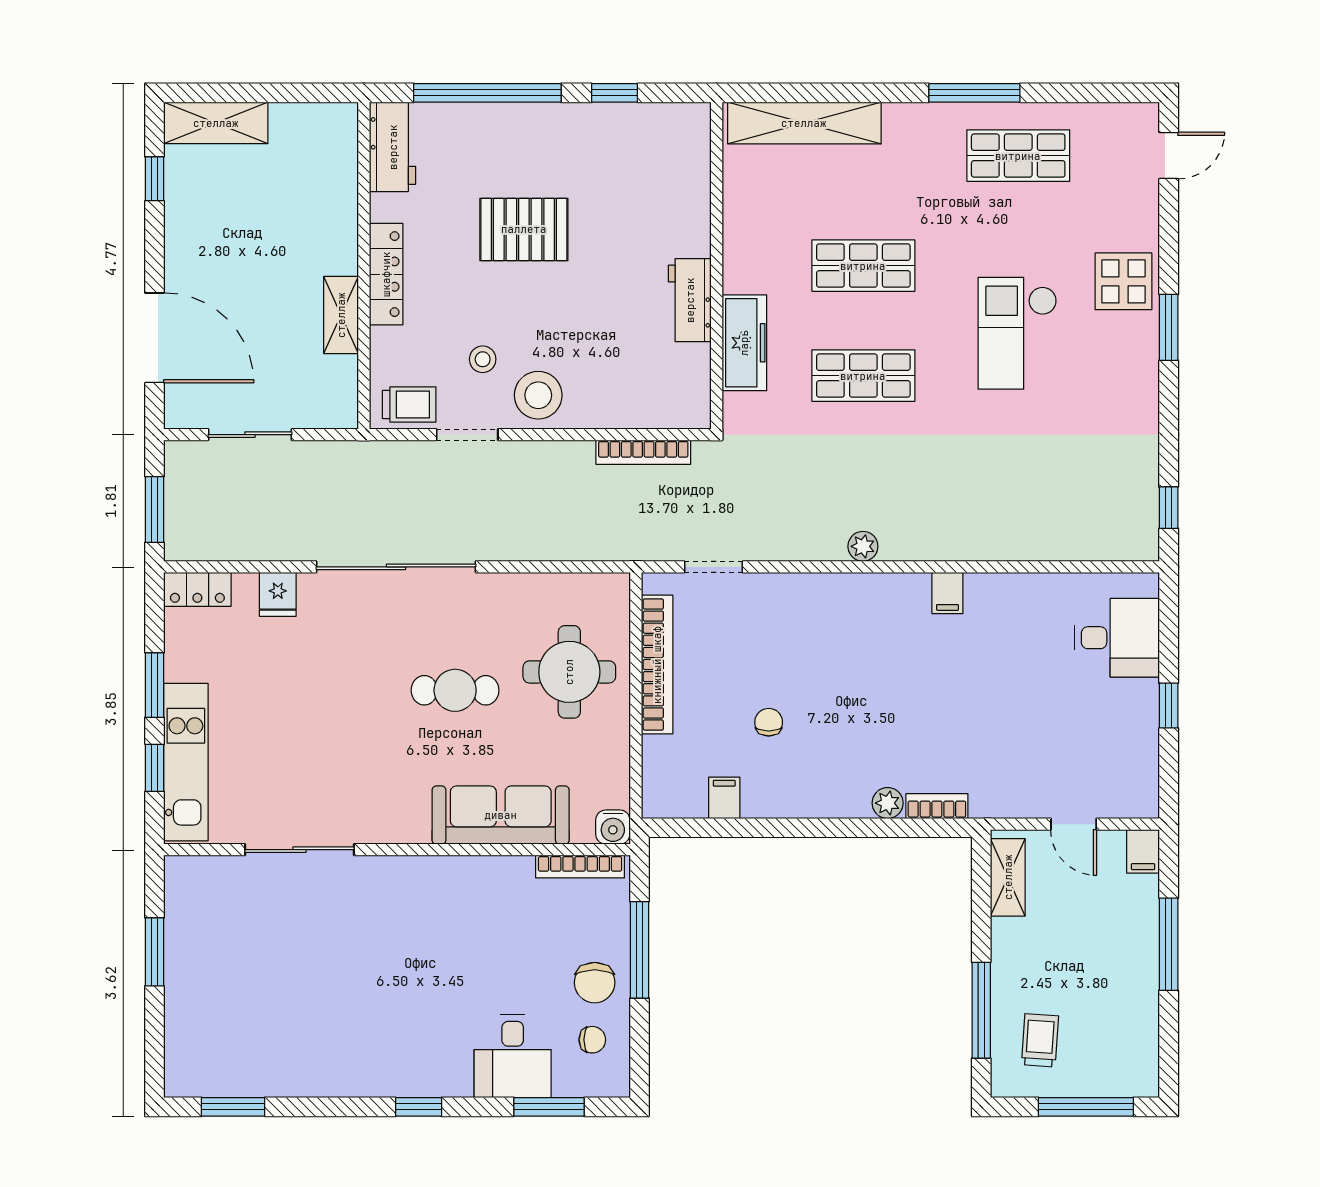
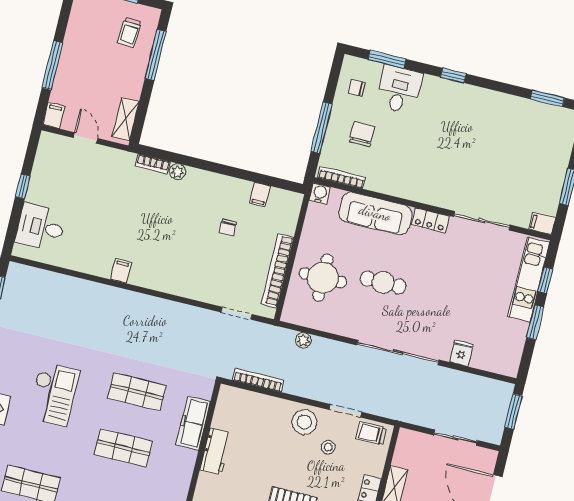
plant: (863, 546) -> (303, 340), moved
locker: (197, 589) -> (430, 220), moved, turned 180
filing cabinet: (187, 872) -> (542, 223), added
chair: (595, 983) -> (362, 134), moved

